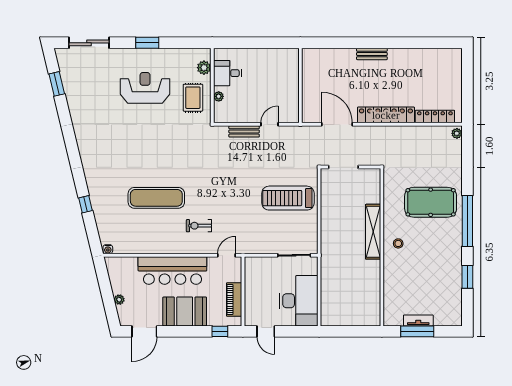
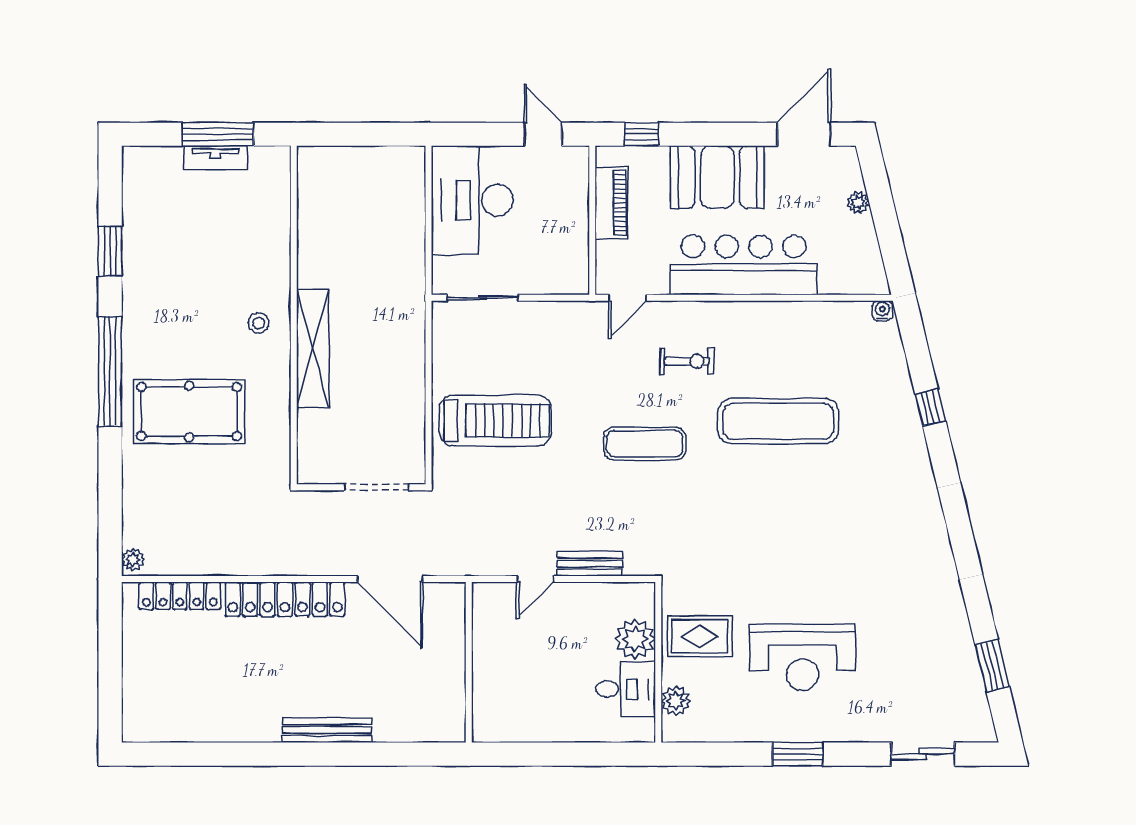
sliding door: (89, 43) -> (923, 754), width x0.73
bench: (372, 54) -> (327, 730), width x1.36
plant: (219, 96) -> (635, 639), width x1.88, depth x1.88
rug: (193, 98) -> (700, 636), turned 90
exercise mat: (218, 187) -> (645, 444), added

